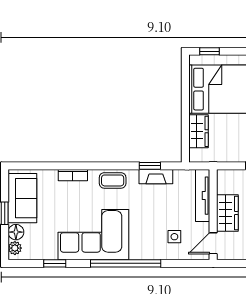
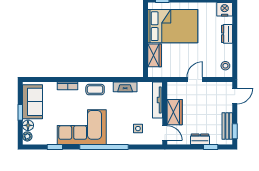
window: (150, 166) -> (121, 79), removed
door: (213, 243) -> (165, 133), swing flipped

